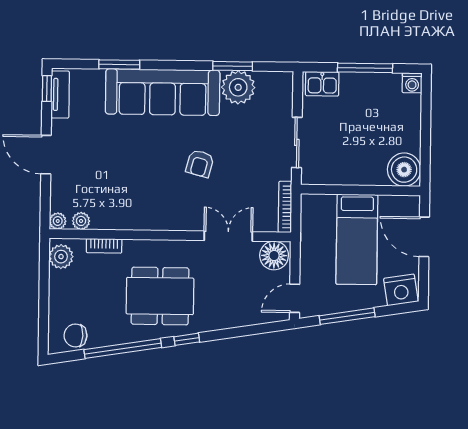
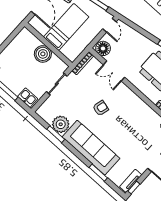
boiler: (404, 170) -> (43, 54), moved
door: (295, 298) -> (109, 25), hinge flipped

